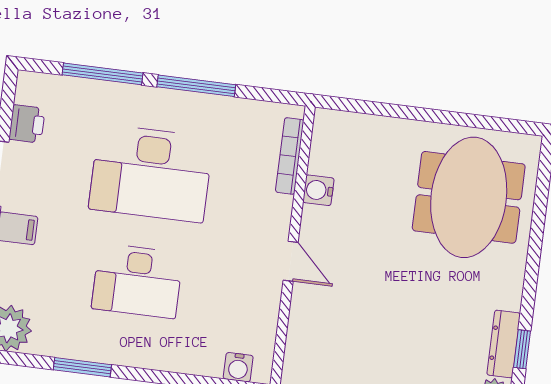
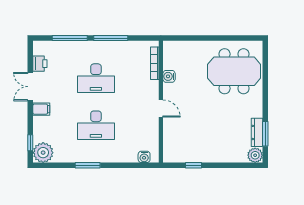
desk: (151, 173) -> (96, 78), width x0.73, depth x0.77
meeting table: (469, 197) -> (234, 71), turned 90
window: (522, 349) -> (265, 134), width x1.50
window: (82, 367) -> (88, 165), moved

